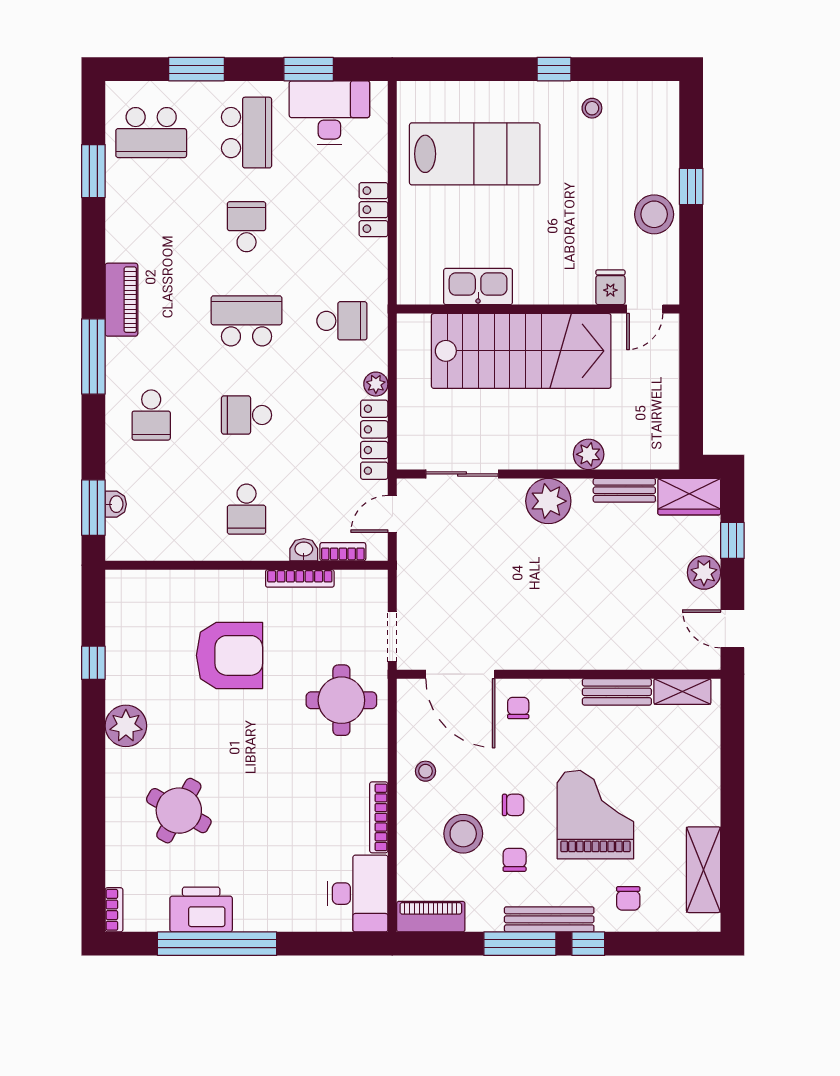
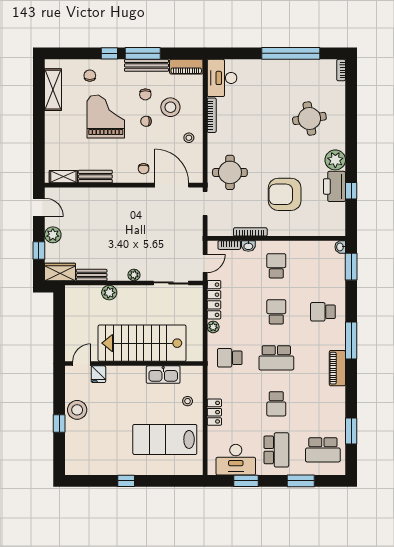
stool: (592, 108) -> (188, 401), moved
school desk: (151, 133) -> (323, 450), turned 180
school desk: (247, 133) -> (276, 450), turned 180
school desk: (151, 415) -> (323, 312), turned -90
school desk: (247, 415) -> (276, 312), turned -90
plant: (548, 501) -> (134, 275), width x0.53, depth x0.53
washbasin: (116, 504) -> (340, 247), moved
round table: (179, 811) -> (309, 118), turned -38
grand piano: (595, 815) -> (106, 117), turned 180
printer: (201, 910) -> (334, 186), moved, turned 90
bench: (549, 919) -> (147, 65), moved

